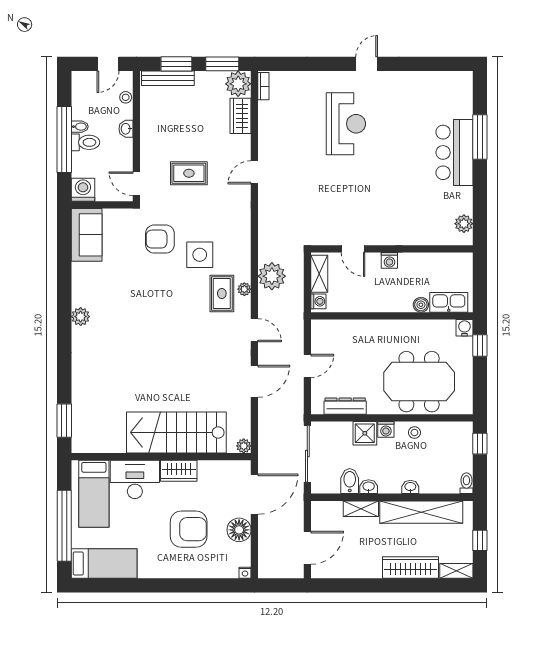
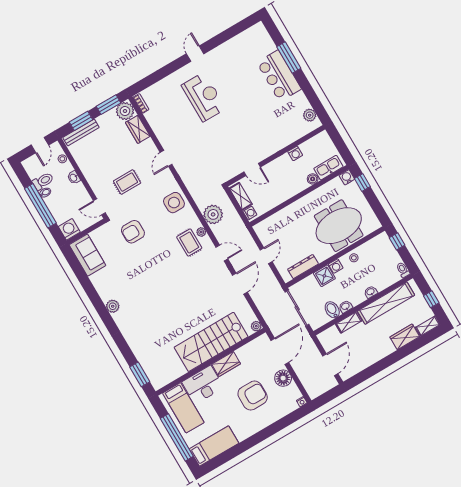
toilet: (85, 142) -> (43, 181), moved
side table: (200, 255) -> (174, 203), moved
washing machine: (389, 260) -> (295, 153), moved
wardrobe: (411, 567) -> (405, 337), width x0.67

